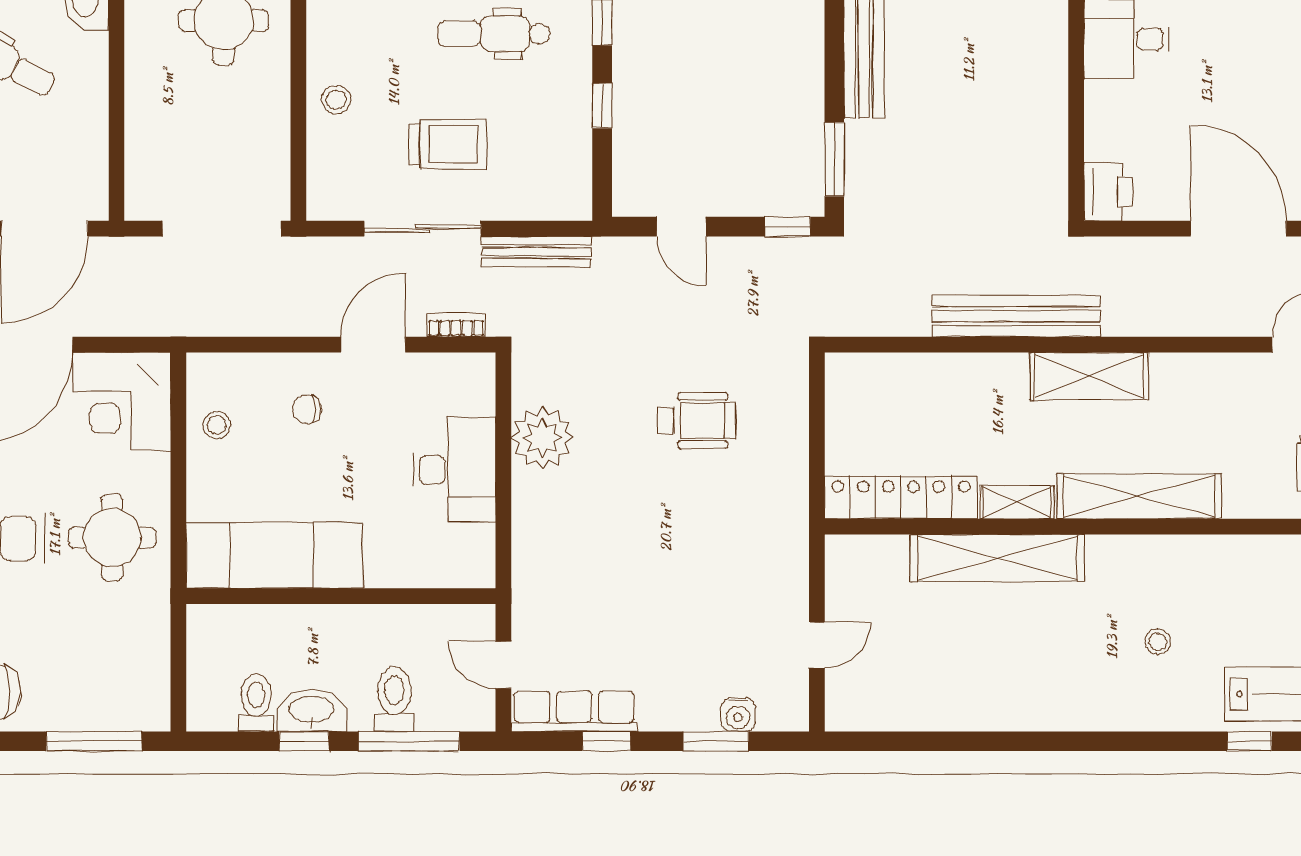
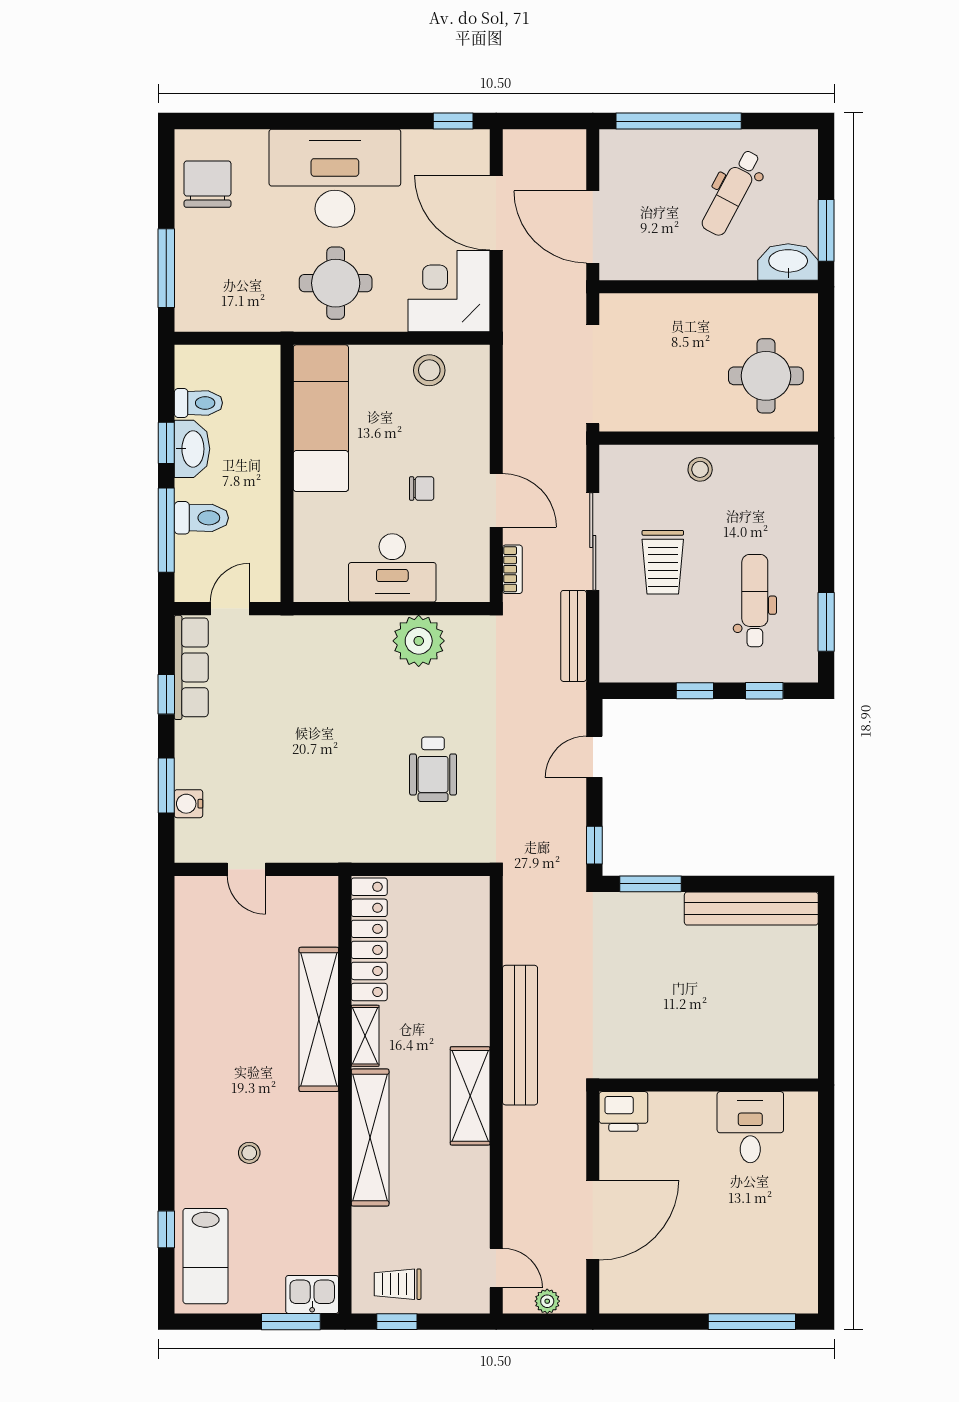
chair: (307, 409) -> (422, 489), moved, turned 90
stool: (217, 425) -> (429, 370), width x1.37, depth x1.37

